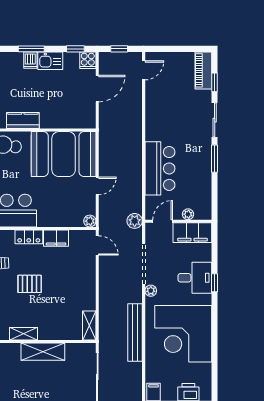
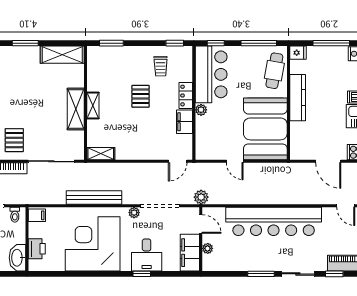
kitchen counter: (23, 120) -> (298, 98), width x1.50
bar counter: (160, 168) -> (274, 221), width x1.86
plant: (90, 221) -> (201, 110), moved
shelving: (24, 334) -> (93, 105), moved

